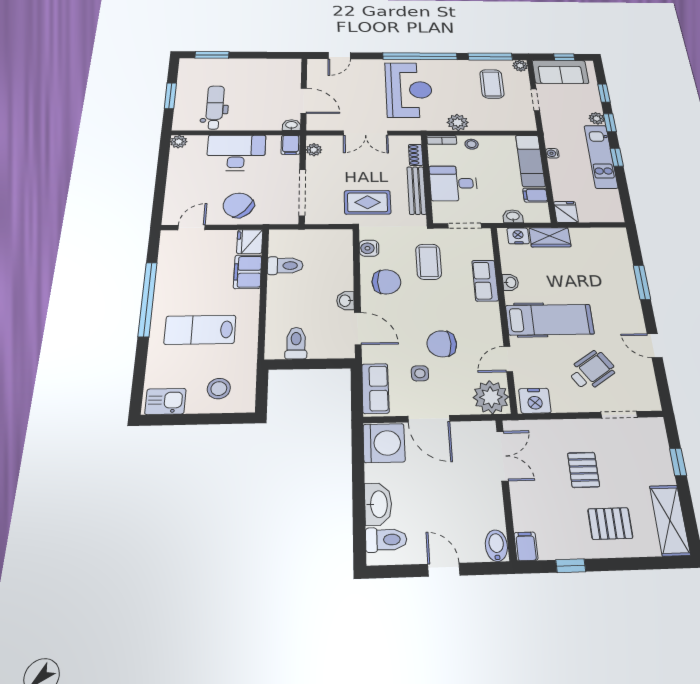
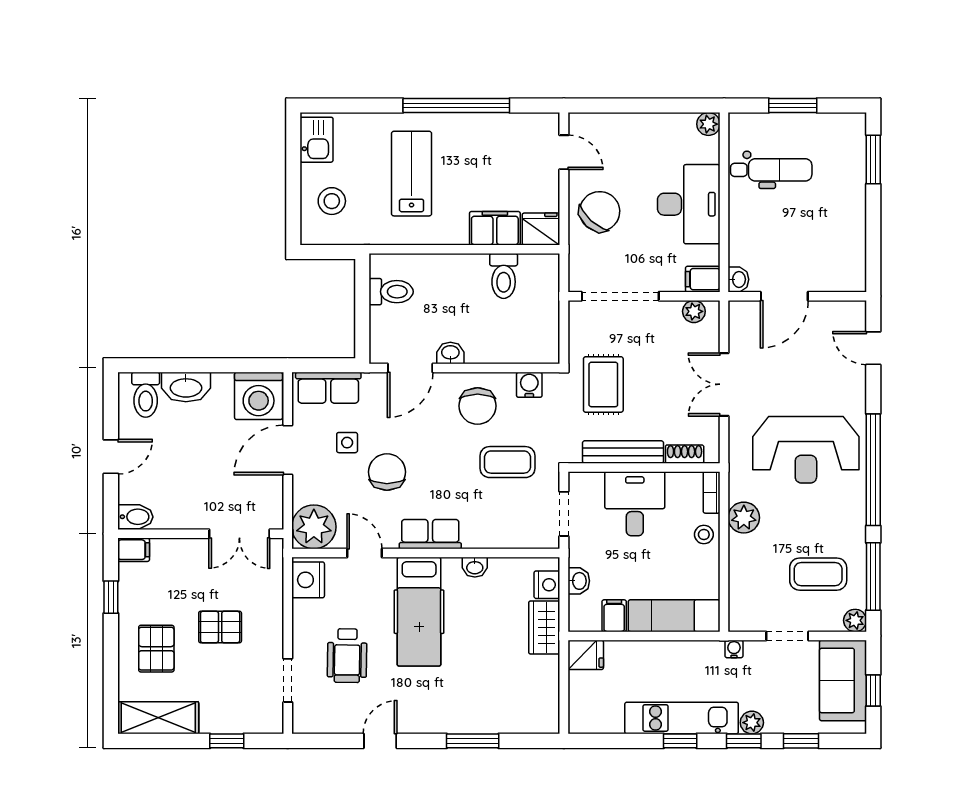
water cooler: (552, 153) -> (734, 649), moved
row of seats: (485, 281) -> (430, 534), moved
wheelchair: (592, 370) -> (347, 656), turned 35

